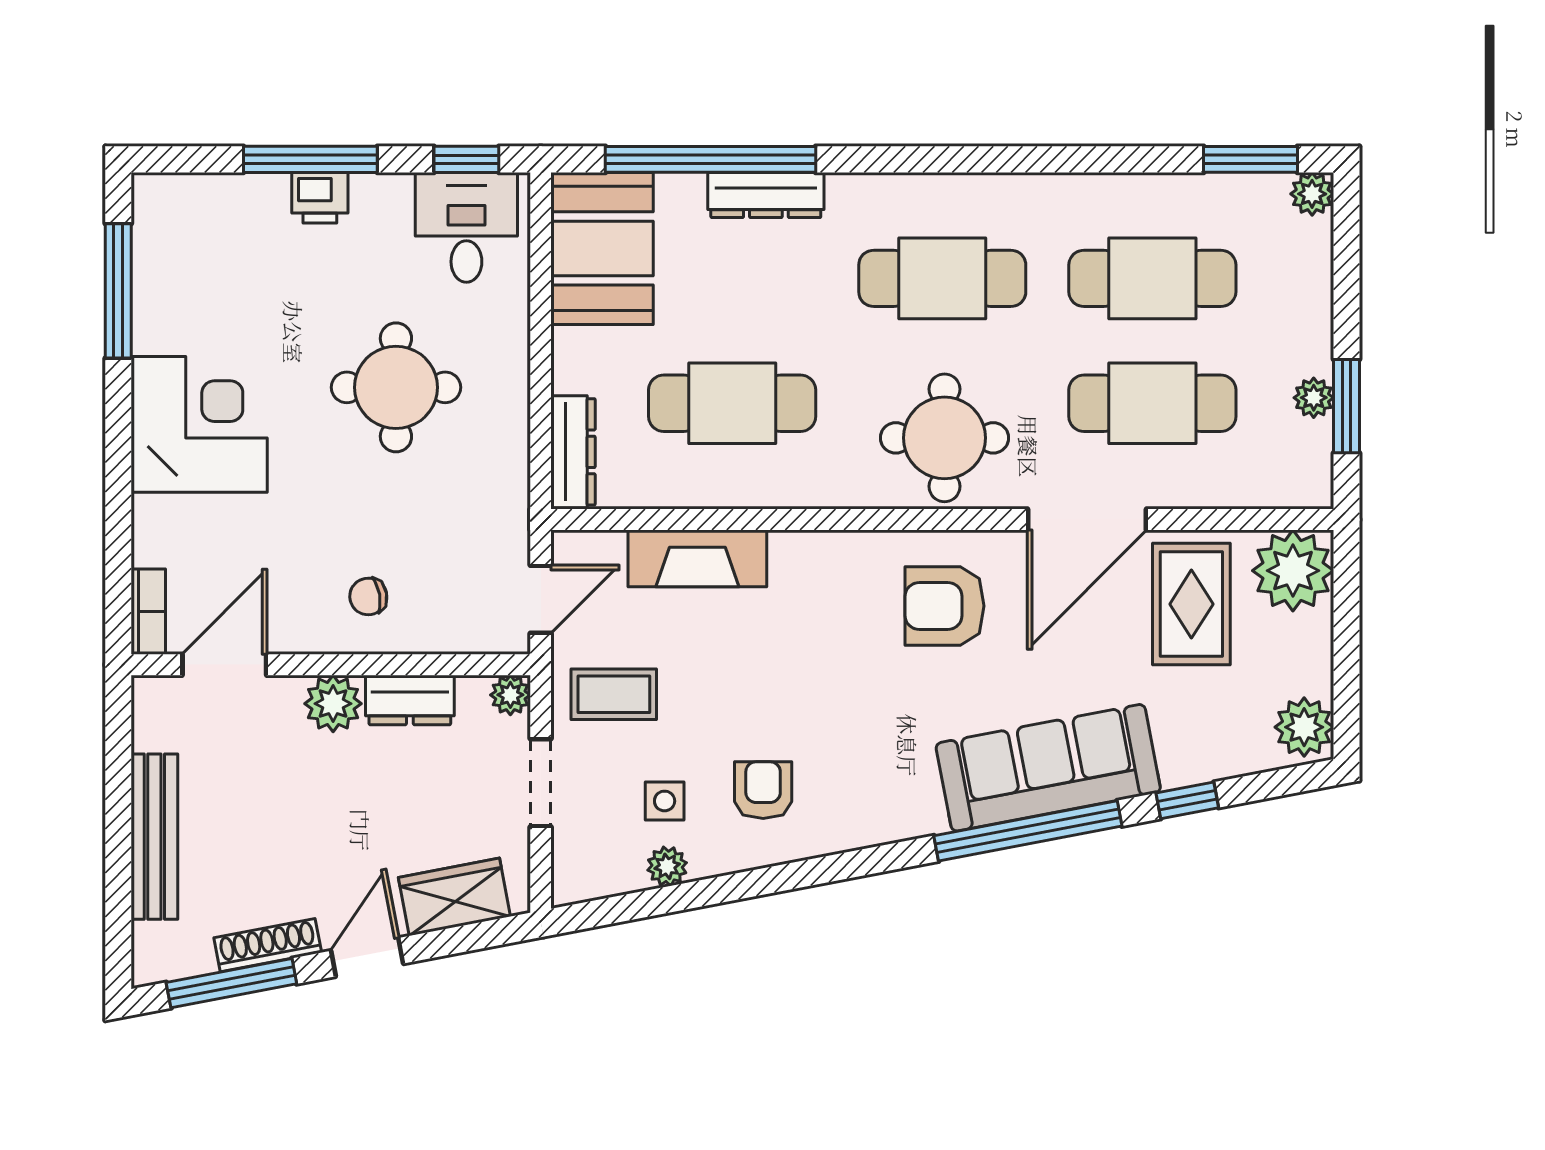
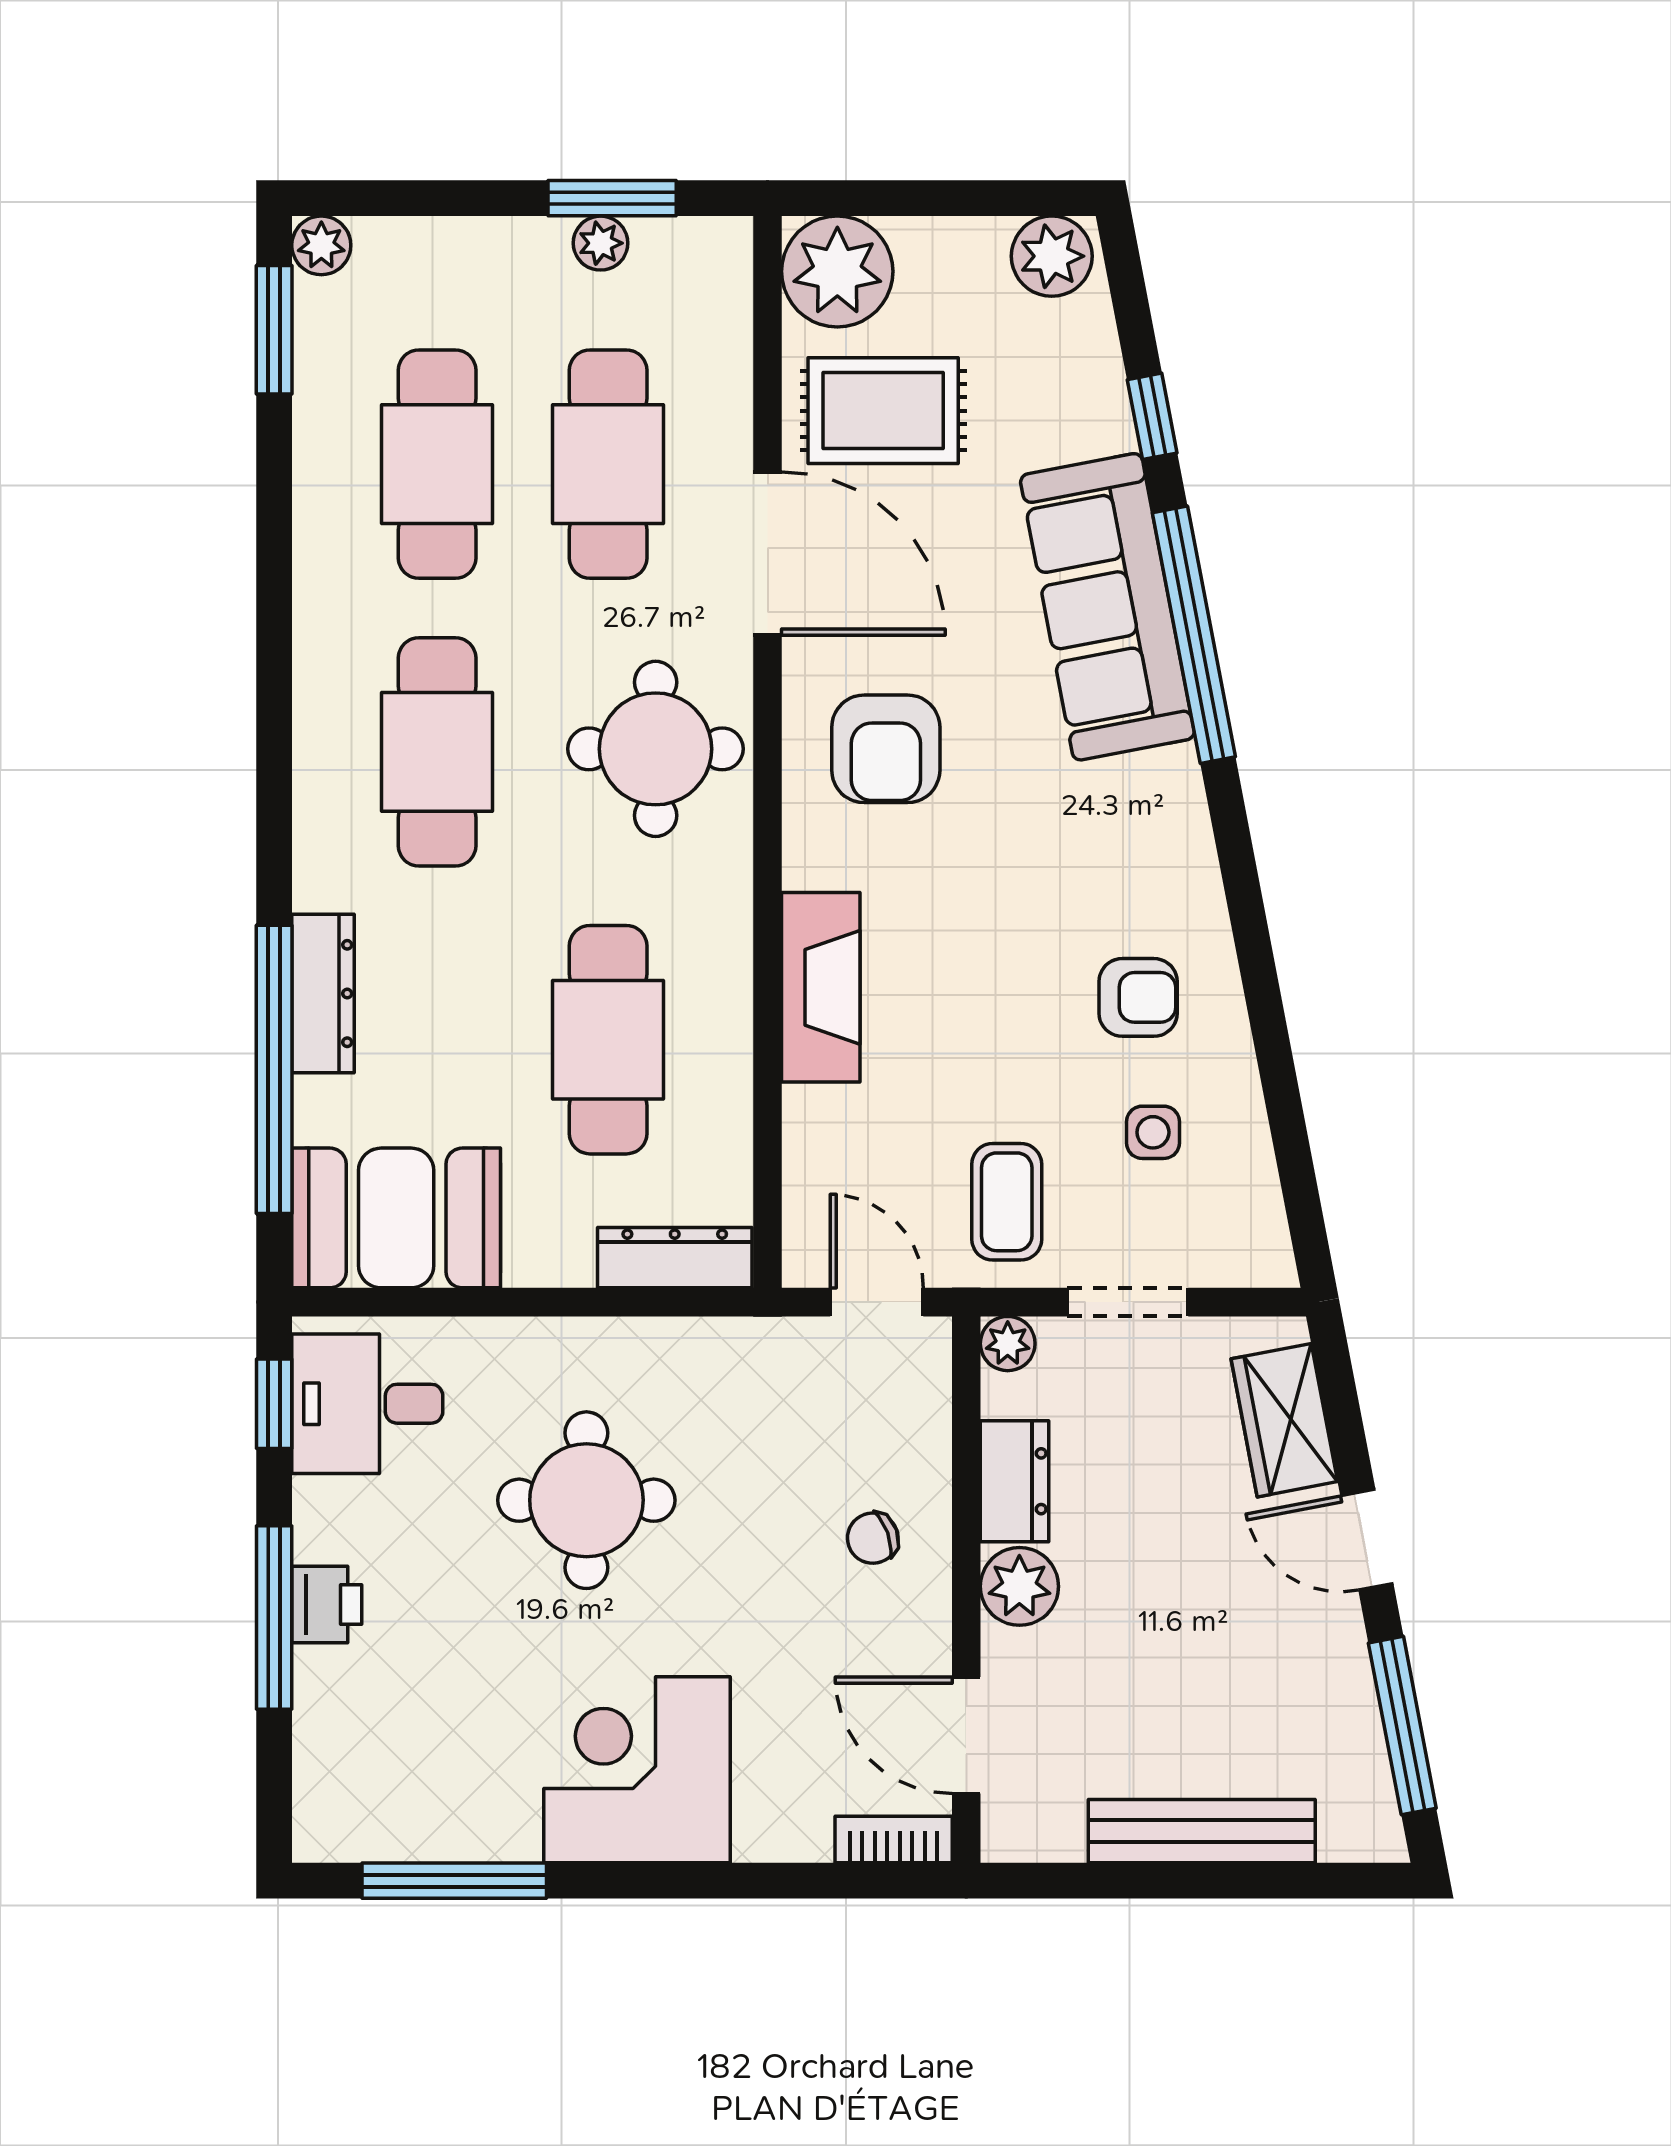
fireplace: (697, 558) -> (821, 987), moved
chair: (368, 596) -> (873, 1538), turned 80
armchair: (763, 790) -> (1138, 997), turned 180
plant: (667, 866) -> (1242, 1129), removed
shoe rack: (268, 945) -> (1350, 1676), removed

